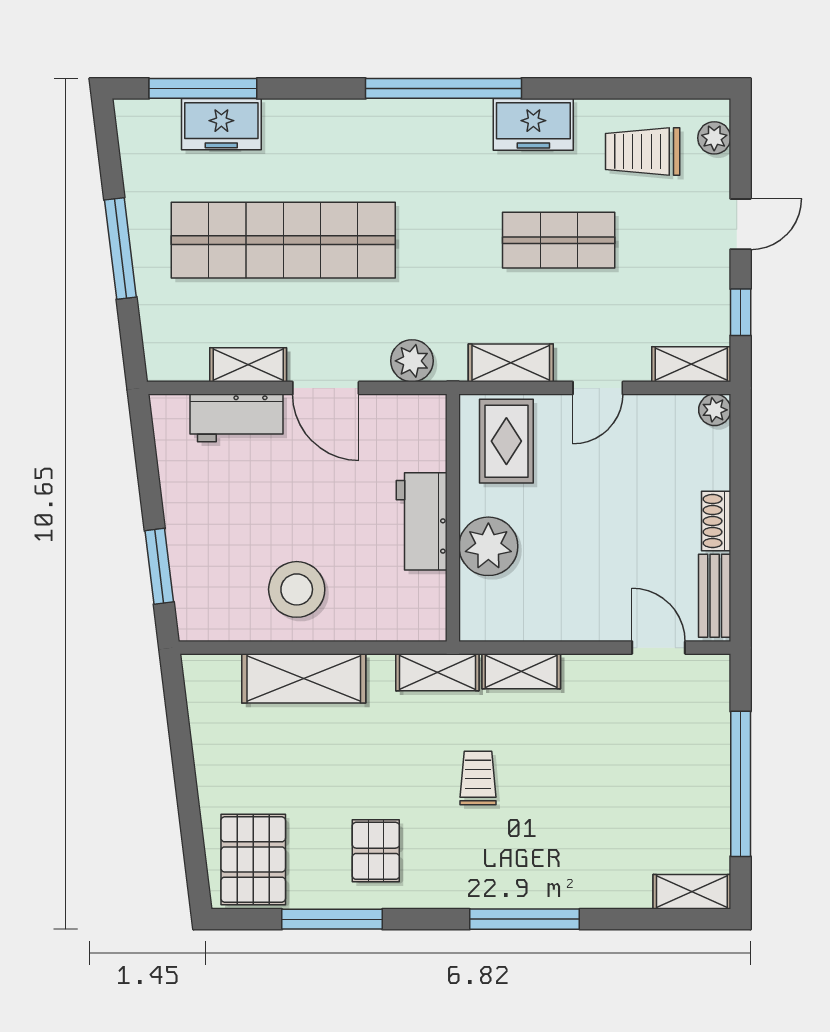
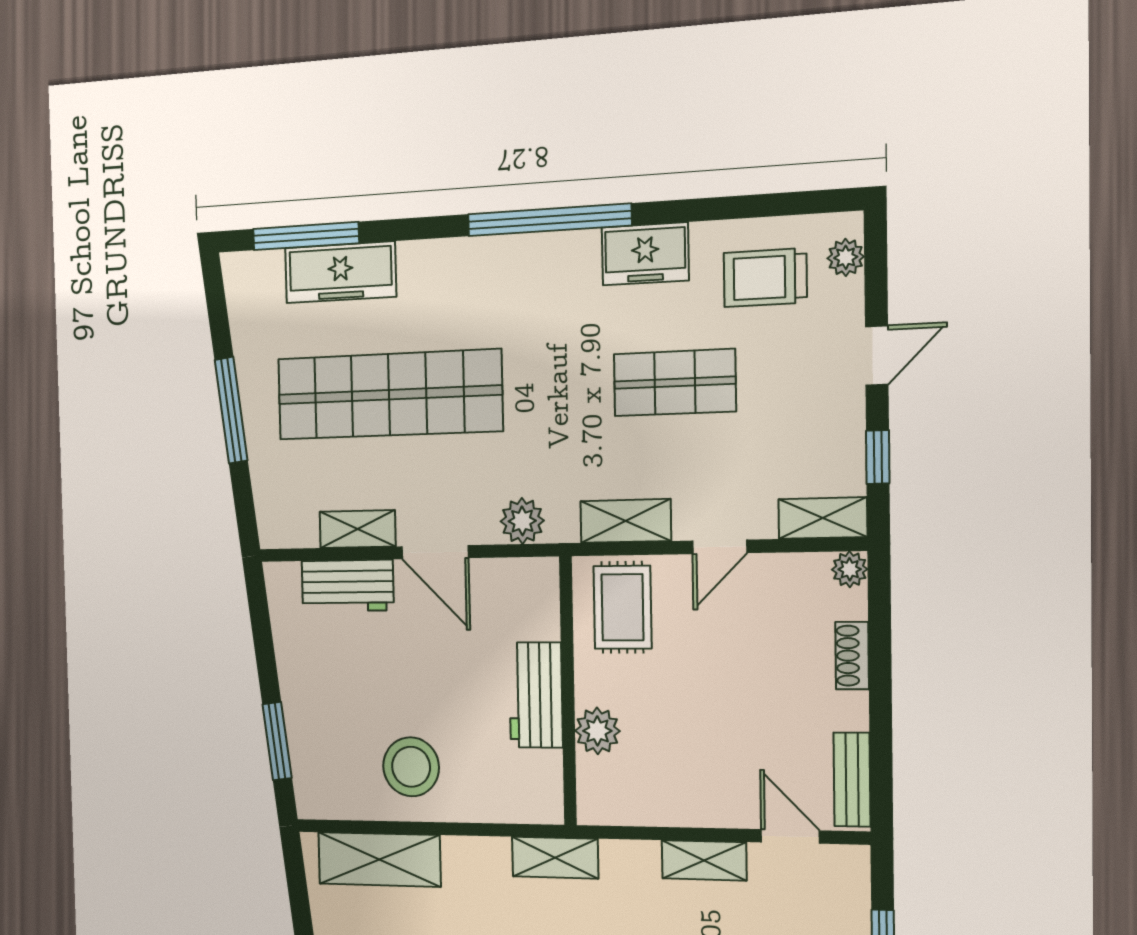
freezer: (221, 124) -> (340, 272), width x1.40
shoe rack: (716, 521) -> (852, 656), moved
plant: (488, 546) -> (597, 731), width x0.73, depth x0.73
shelving: (521, 671) -> (704, 860), moved
shelving: (304, 678) -> (379, 859), moved

